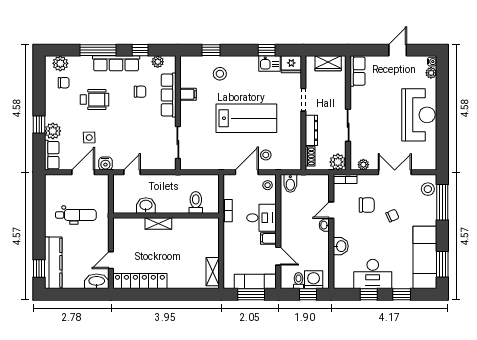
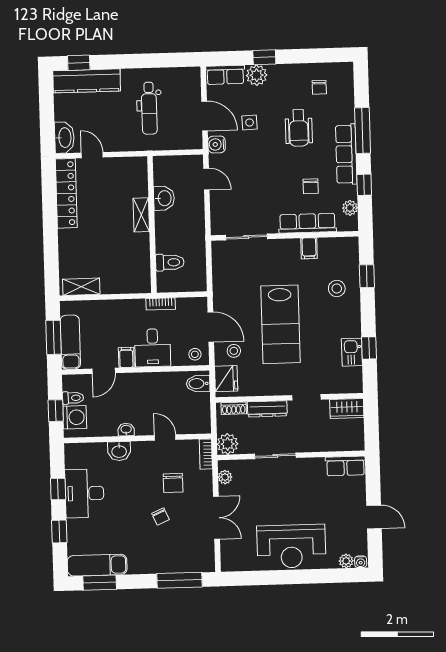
plant: (60, 63) -> (344, 82), removed
wardrobe: (328, 63) -> (347, 409), moved, turned -90
fridge: (291, 64) -> (226, 379), moved, turned 180
stool: (428, 189) -> (196, 561), removed
washbasin: (324, 225) -> (126, 430), moved
exam couch: (425, 257) -> (97, 565), width x0.73, depth x0.69

